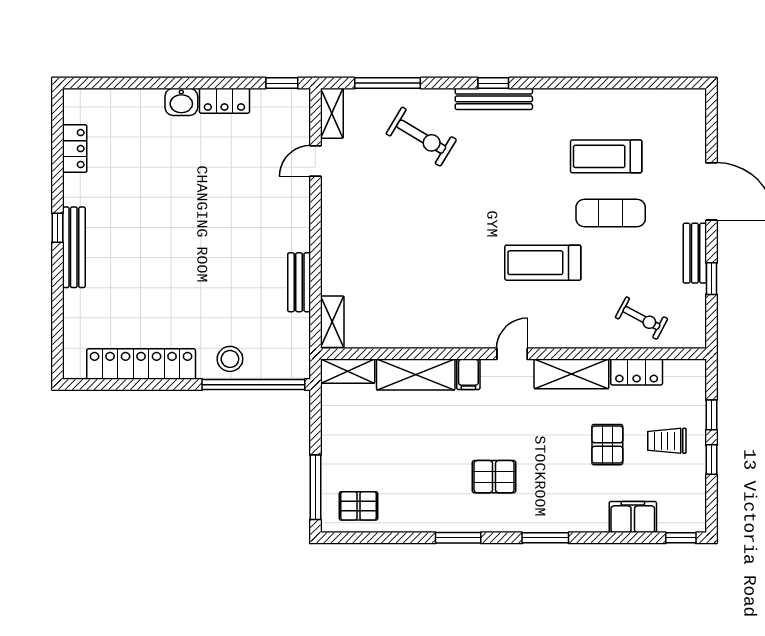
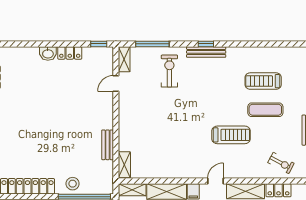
exercise bike: (421, 137) -> (169, 71), turned -121
treadmill: (543, 263) -> (231, 135), turned 180

